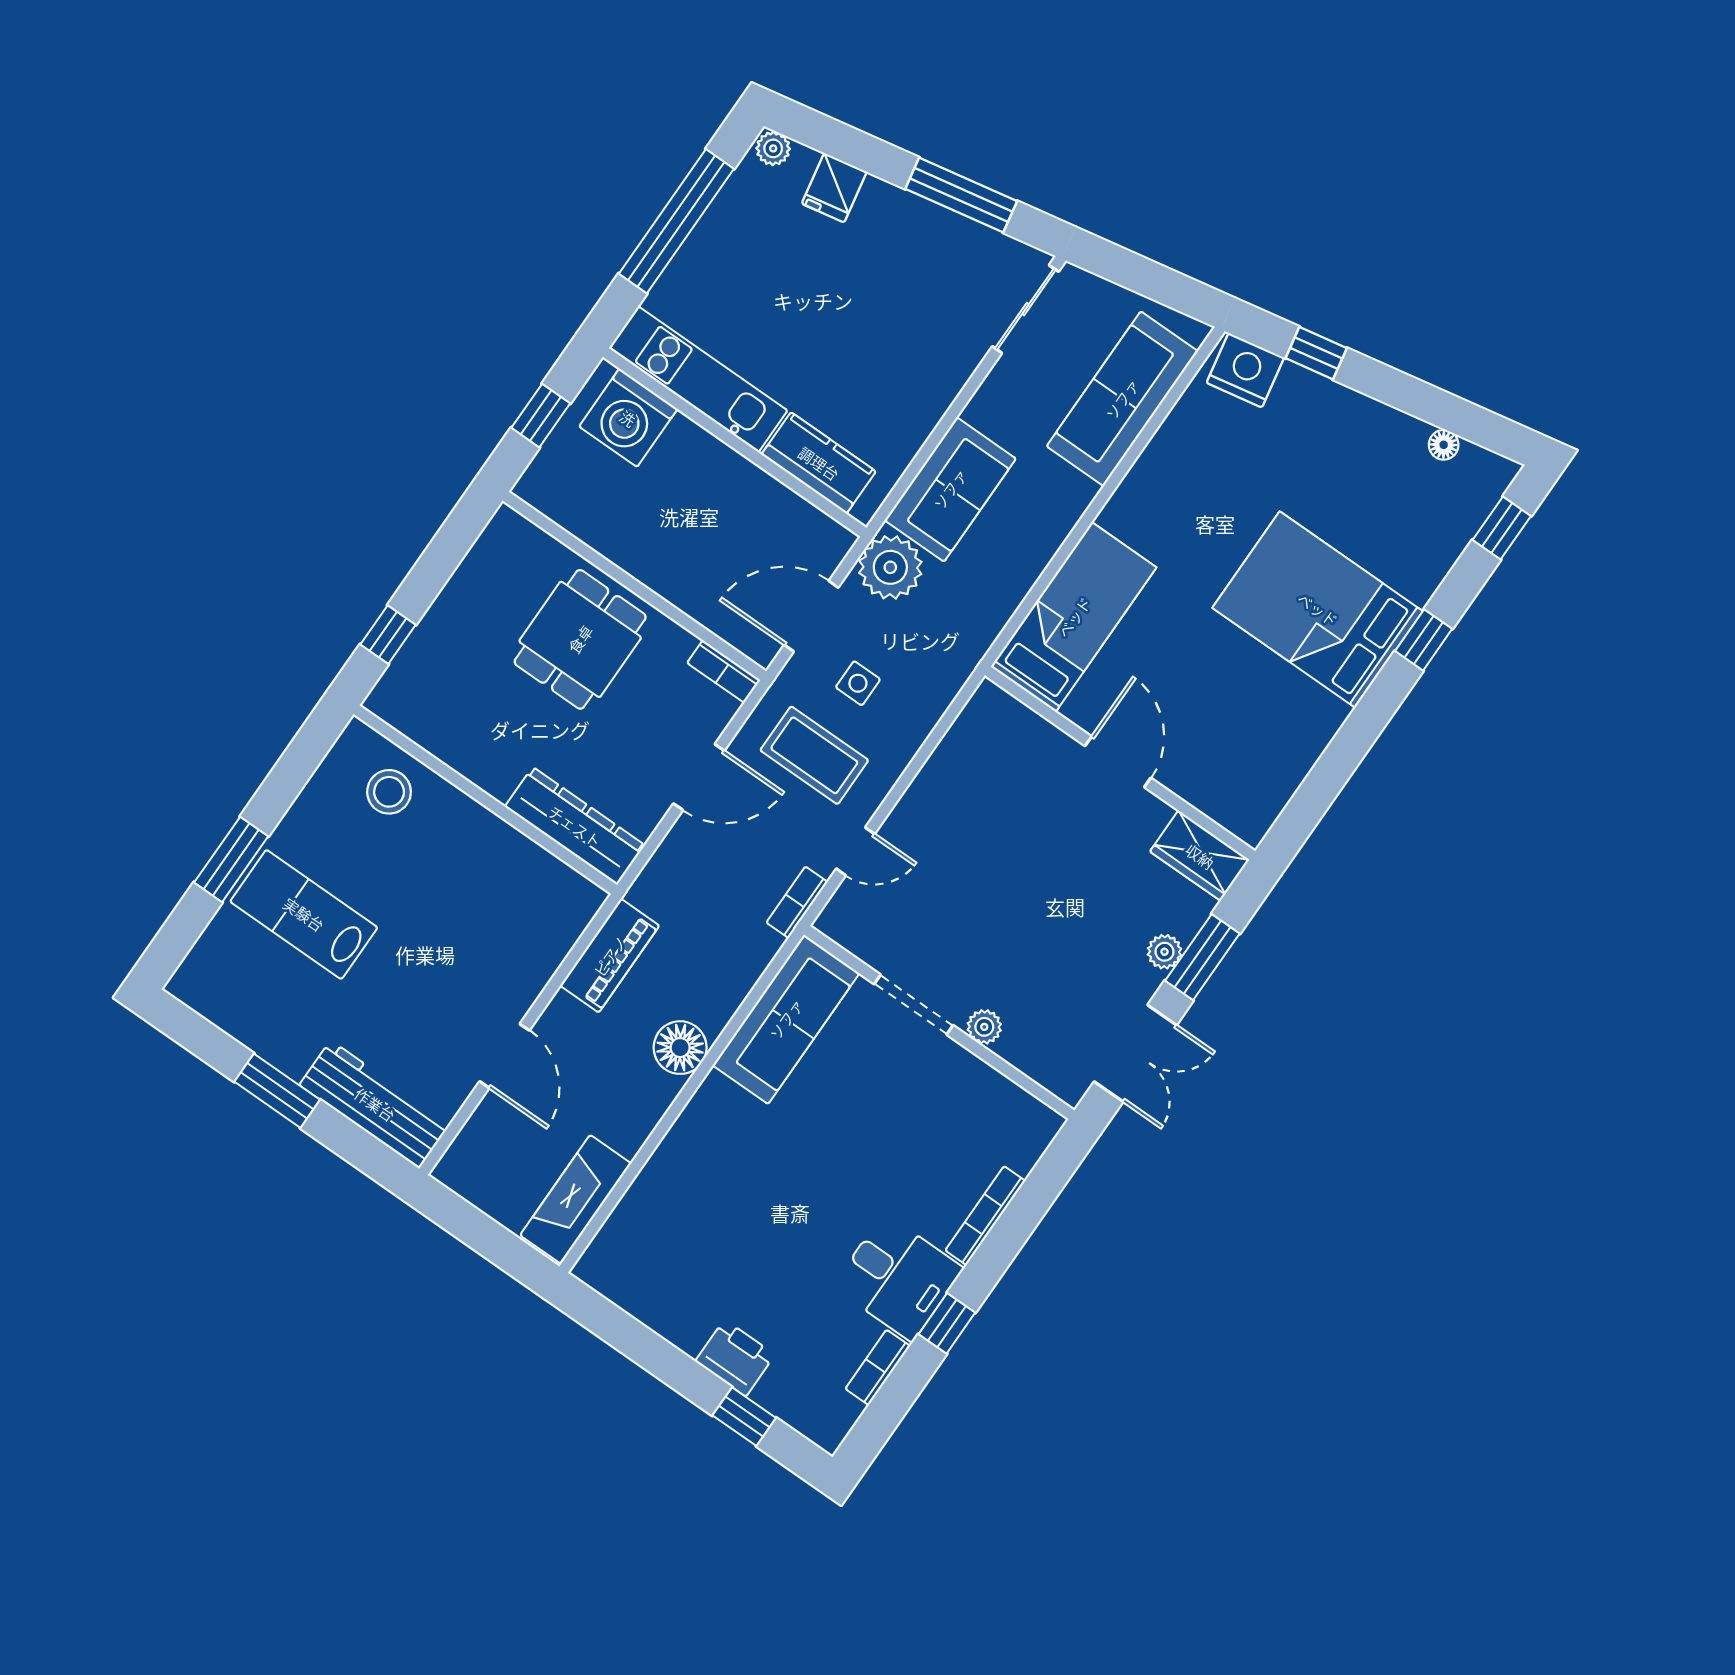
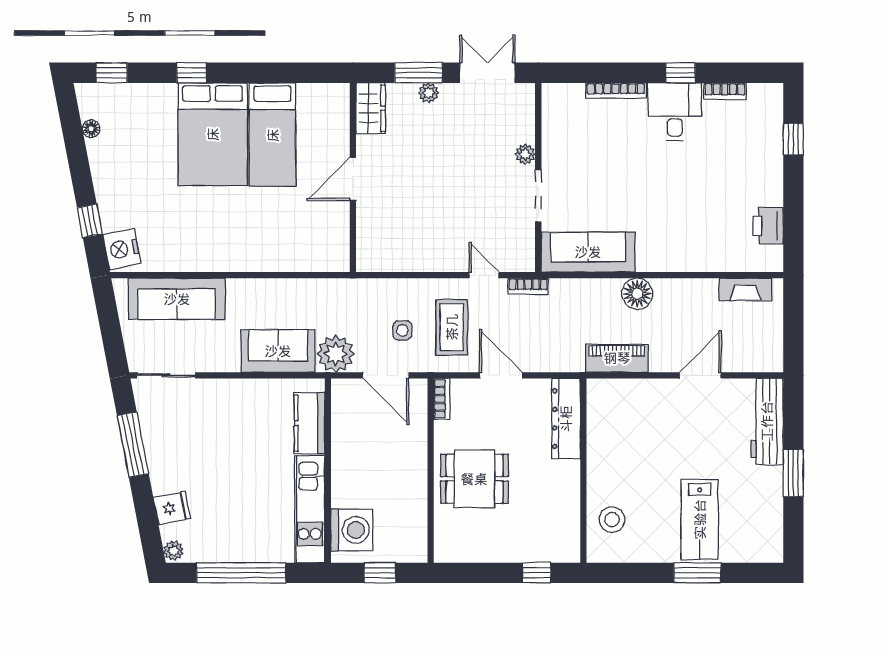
bed: (1074, 617) -> (273, 135), moved, turned -90
fireplace: (576, 1199) -> (745, 289), width x0.73, depth x0.76
printer: (735, 1358) -> (768, 226), moved

